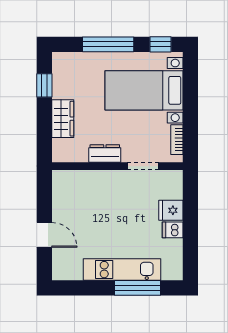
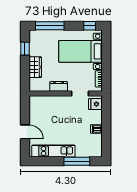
window: (108, 44) -> (50, 26), moved
fridge: (171, 210) -> (95, 104), moved
kitchen unit: (122, 270) -> (53, 151), moved

